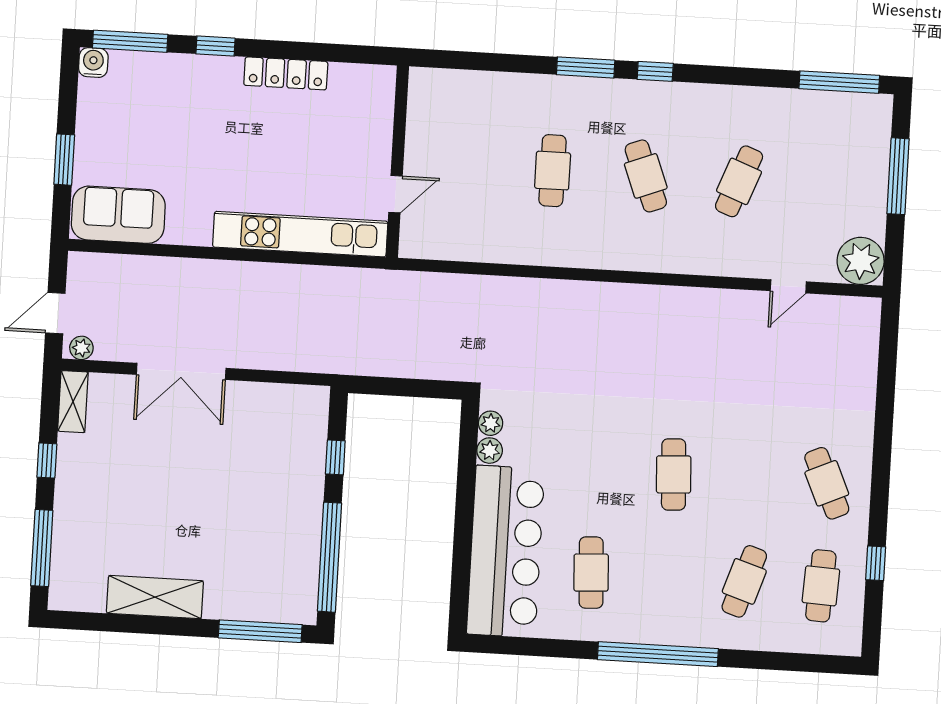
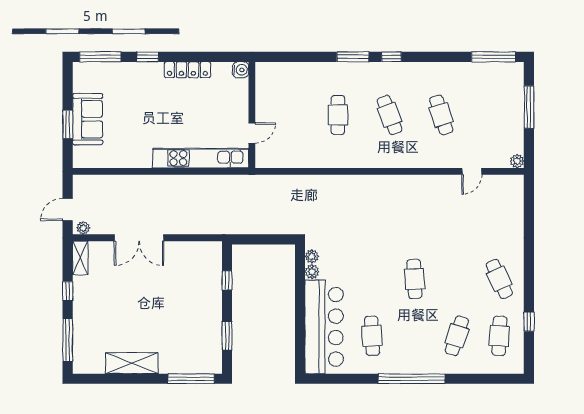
water cooler: (93, 63) -> (241, 70), moved, turned 90
cafe table: (739, 181) -> (441, 115), turned -39
sofa: (118, 215) -> (88, 119), moved, turned 90
plant: (861, 261) -> (517, 161), width x0.53, depth x0.53
window: (330, 557) -> (227, 336), width x0.47

